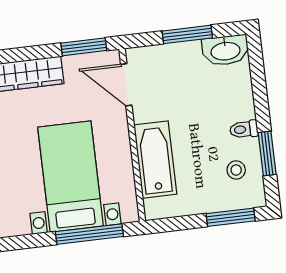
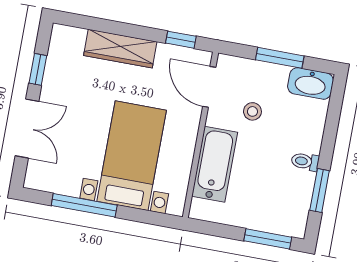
window: (84, 47) -> (181, 40), width x0.67
stool: (236, 170) -> (252, 111), moved
window: (89, 234) -> (84, 205), moved

